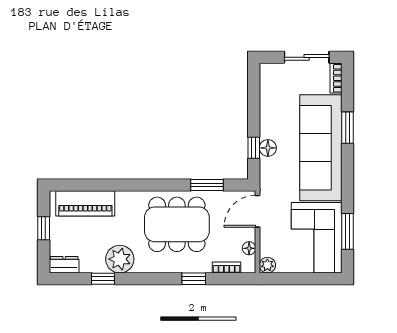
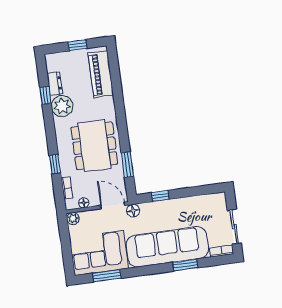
floor lamp: (268, 148) -> (133, 211), moved
dresser: (64, 265) -> (55, 84), moved

